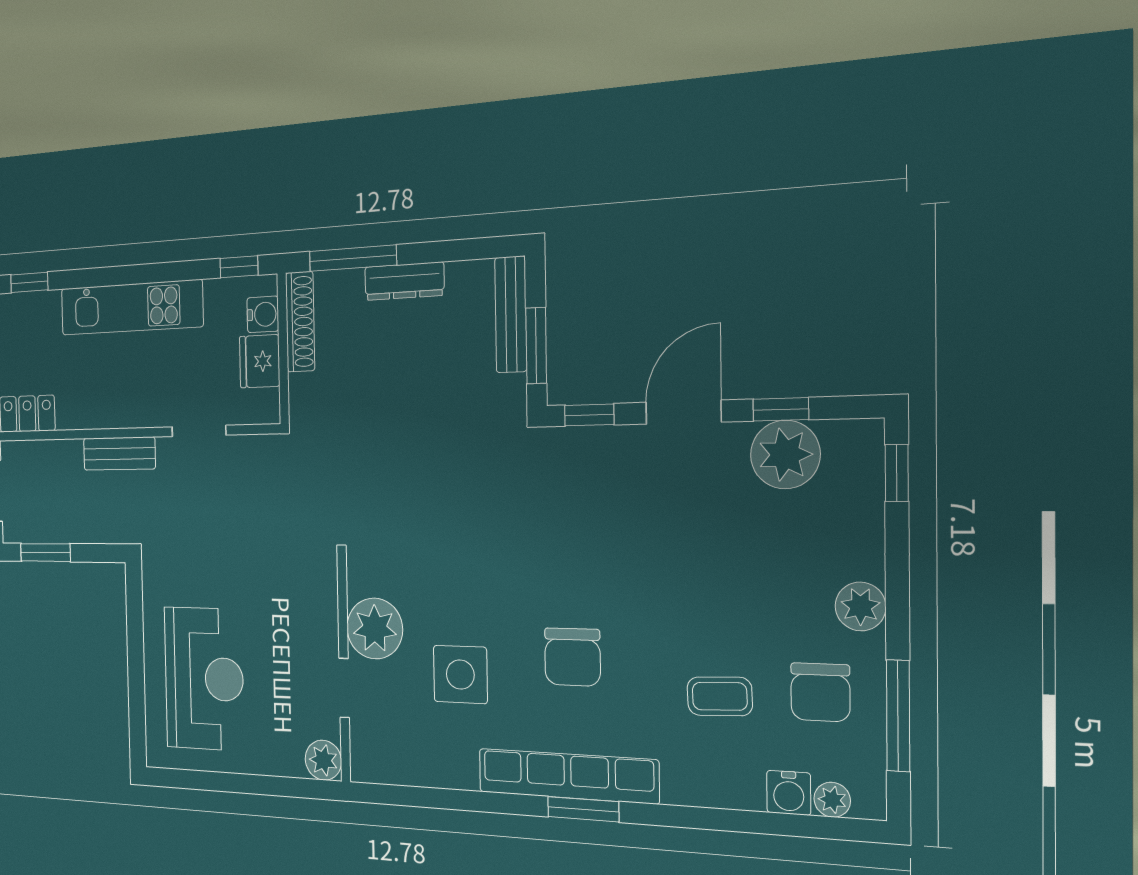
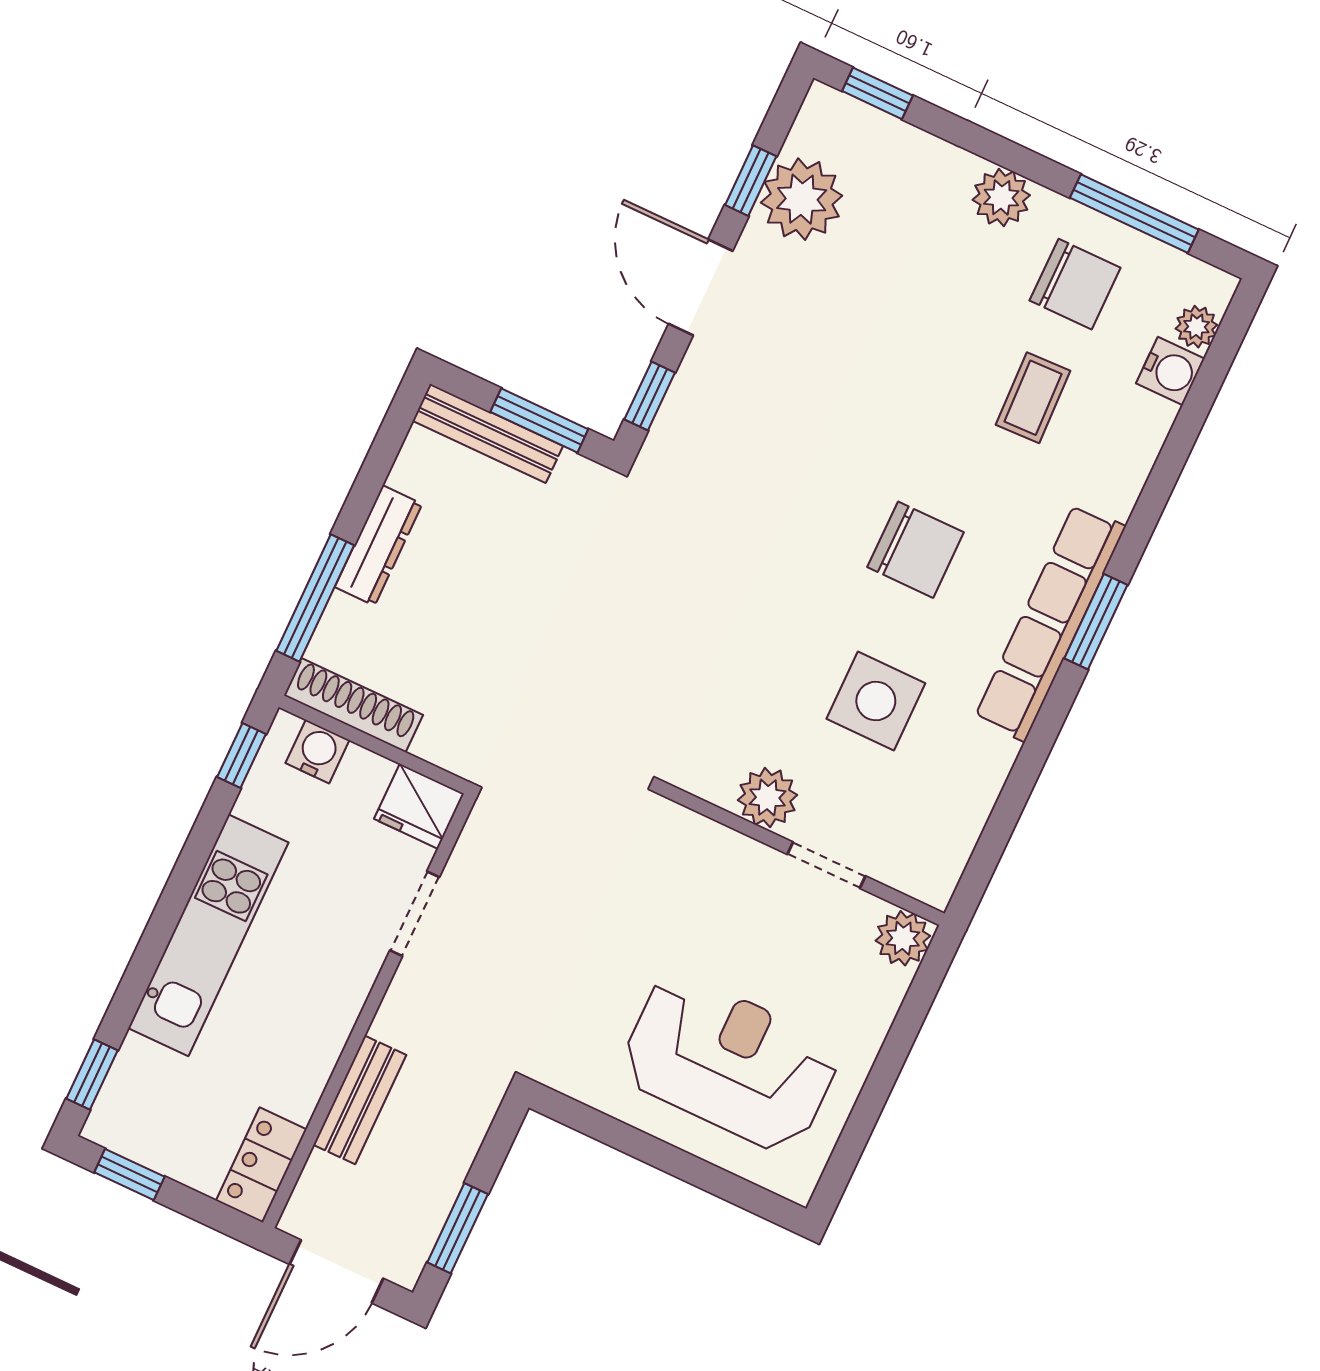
fridge: (260, 361) -> (419, 806), moved
bench: (119, 454) -> (360, 1100), moved
plant: (375, 629) -> (768, 798), width x0.73, depth x0.73

